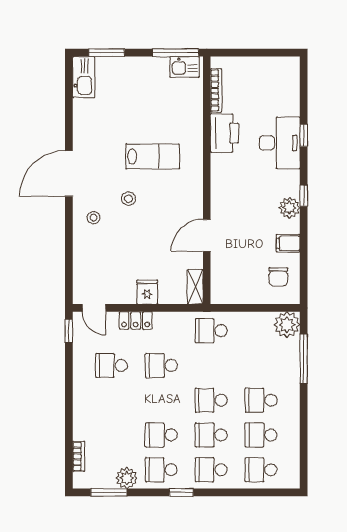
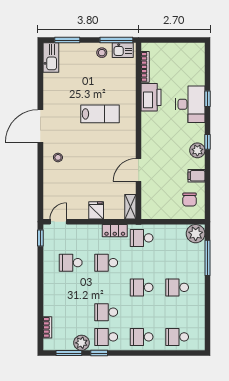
stool: (129, 199) -> (102, 53), moved
door: (94, 308) -> (58, 222), swing flipped
locker: (136, 320) -> (115, 231), moved
school desk: (211, 435) -> (142, 312), removed
school desk: (261, 435) -> (177, 312), removed
window: (181, 492) -> (99, 353), moved

